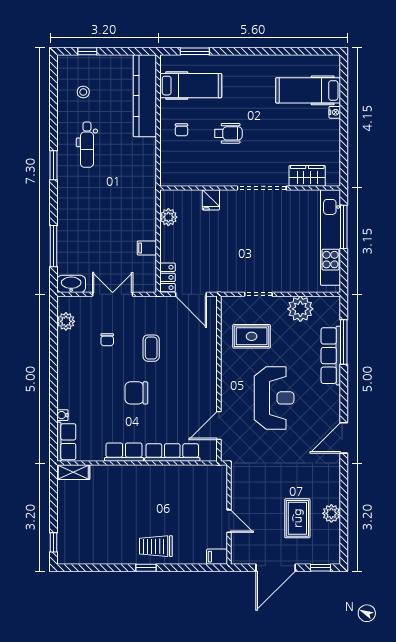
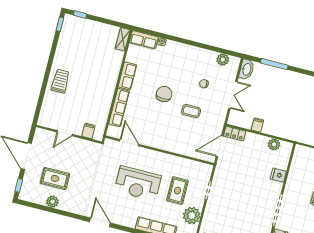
rug: (252, 336) -> (178, 191), moved
filing cabinet: (217, 557) -> (88, 131), moved
window: (146, 568) -> (60, 24), moved

